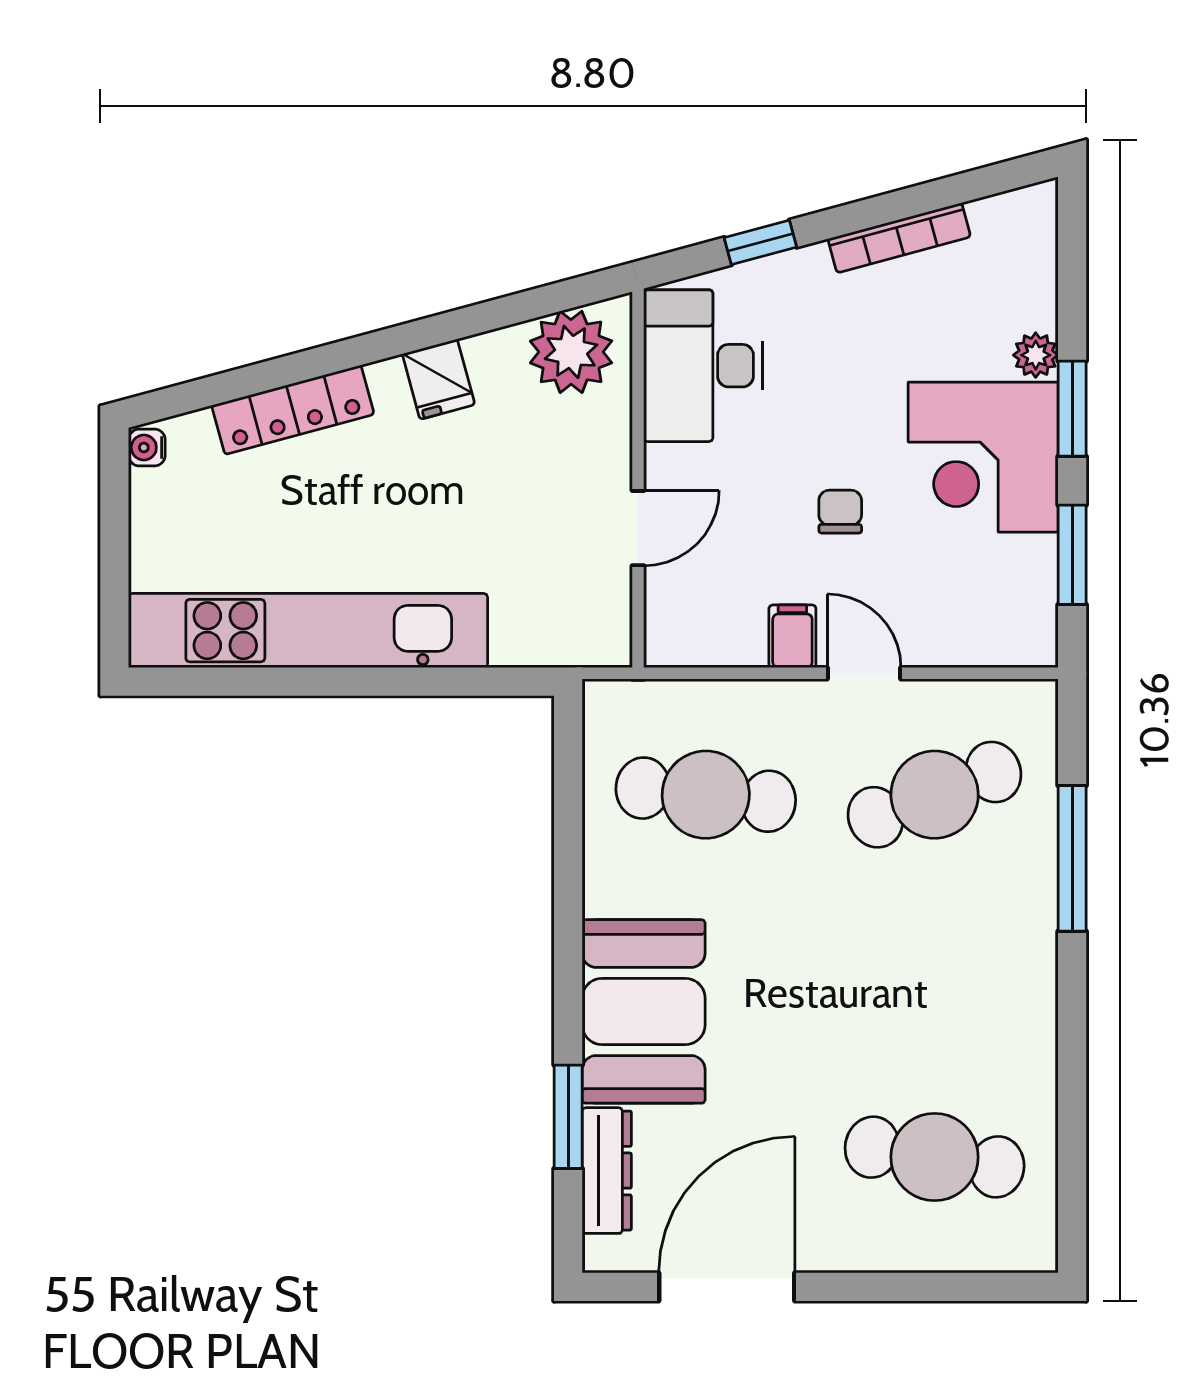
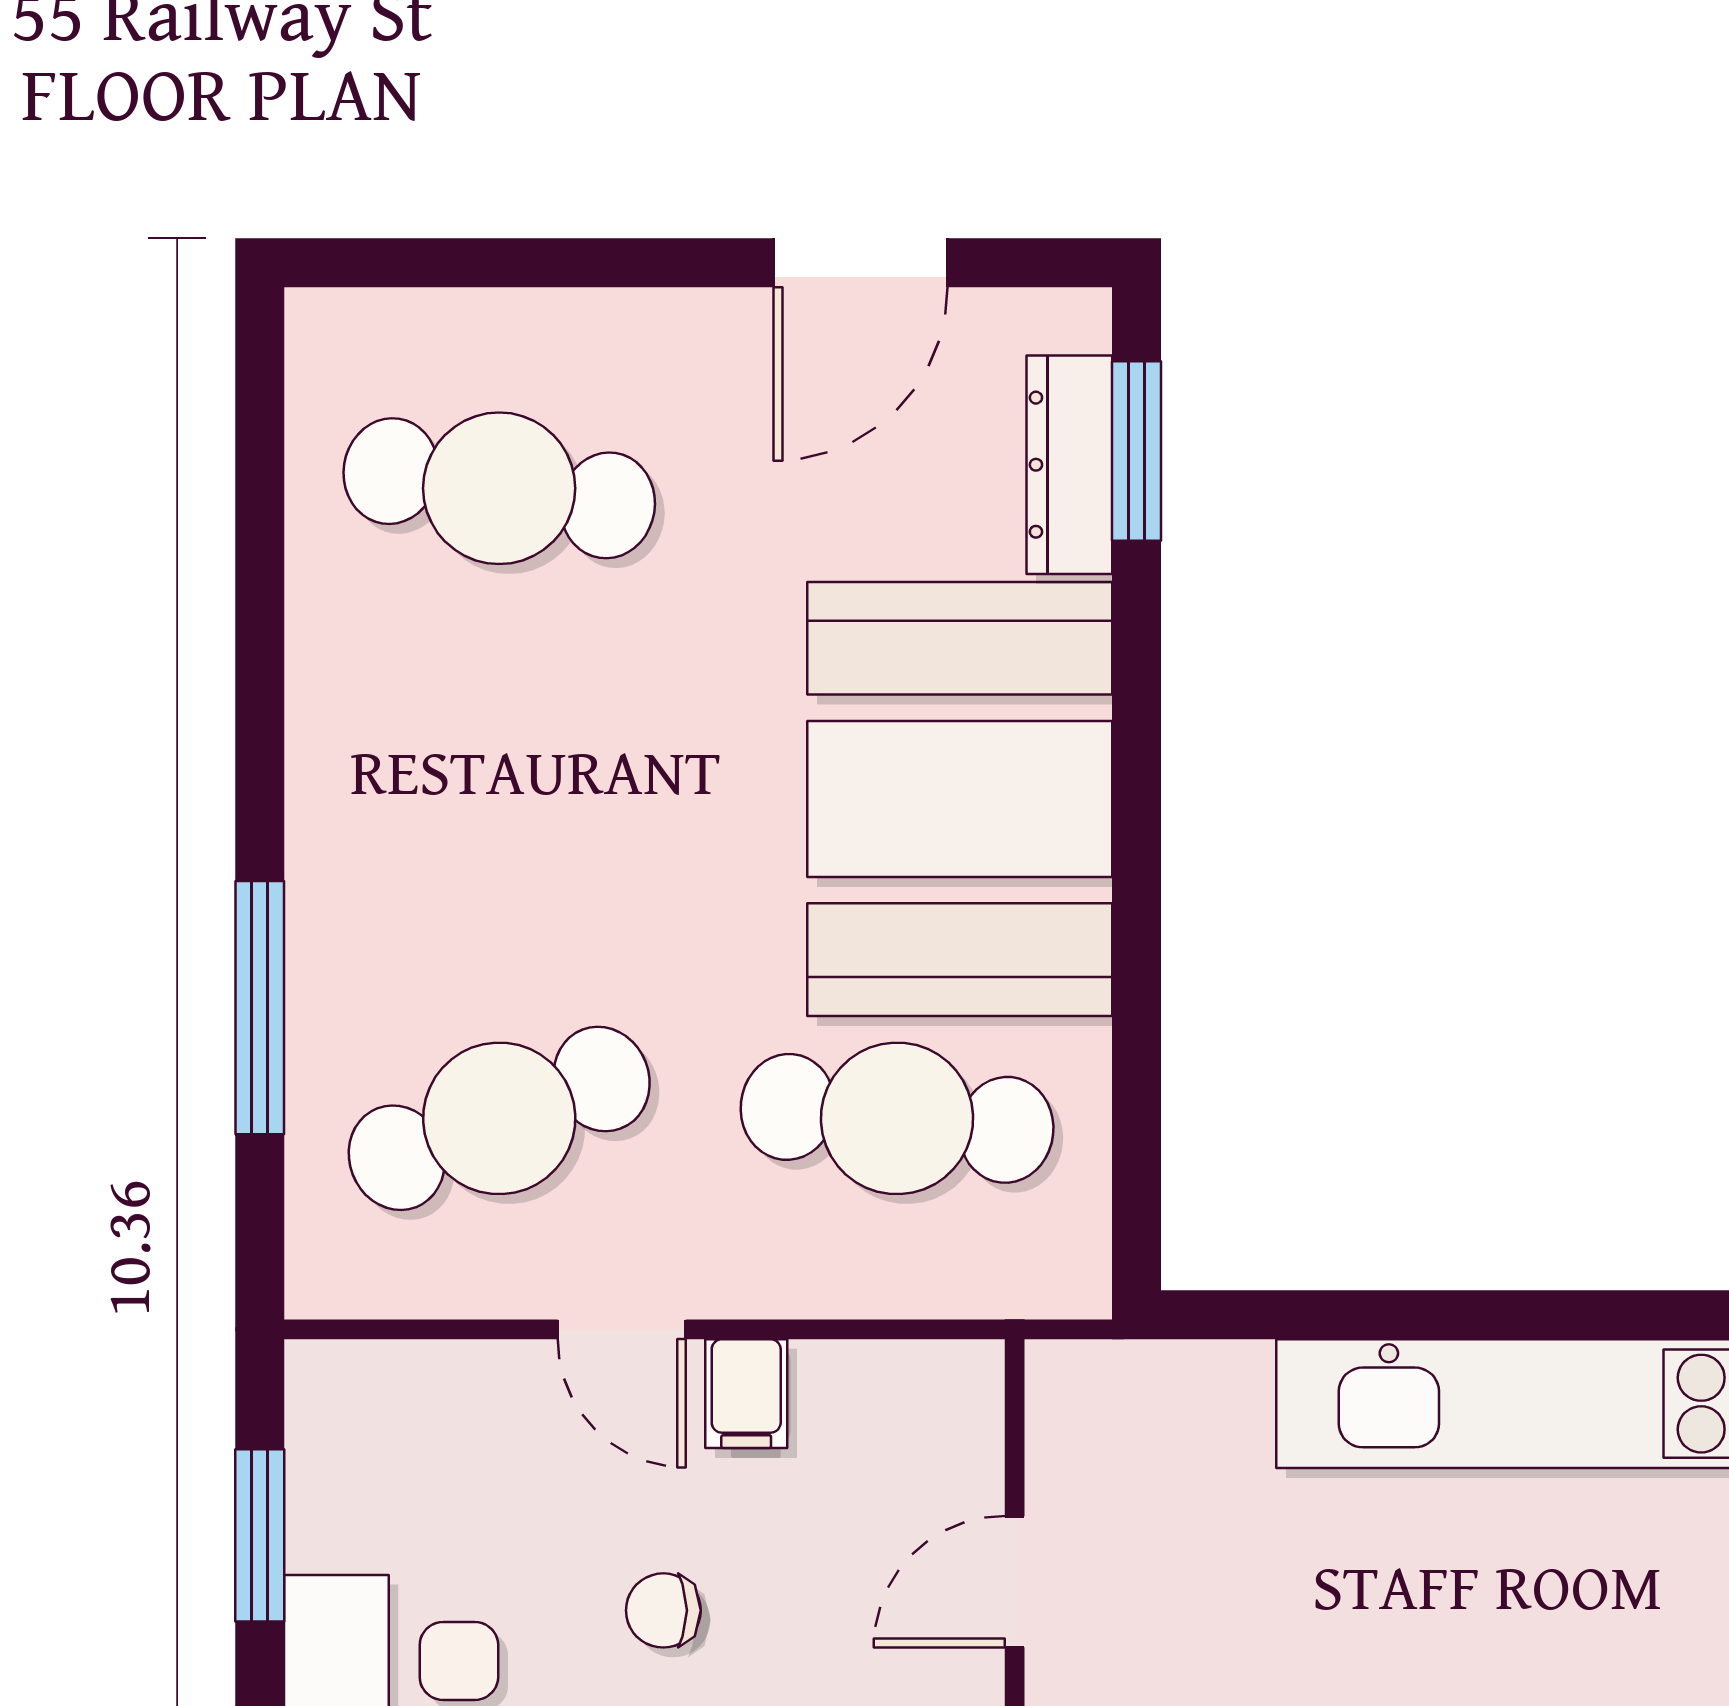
chair: (840, 512) -> (663, 1610), turned 90
booth: (644, 1011) -> (960, 799), width x1.36, depth x1.42
window: (568, 1117) -> (1136, 451), moved
door: (727, 1287) -> (860, 263), width x0.73

